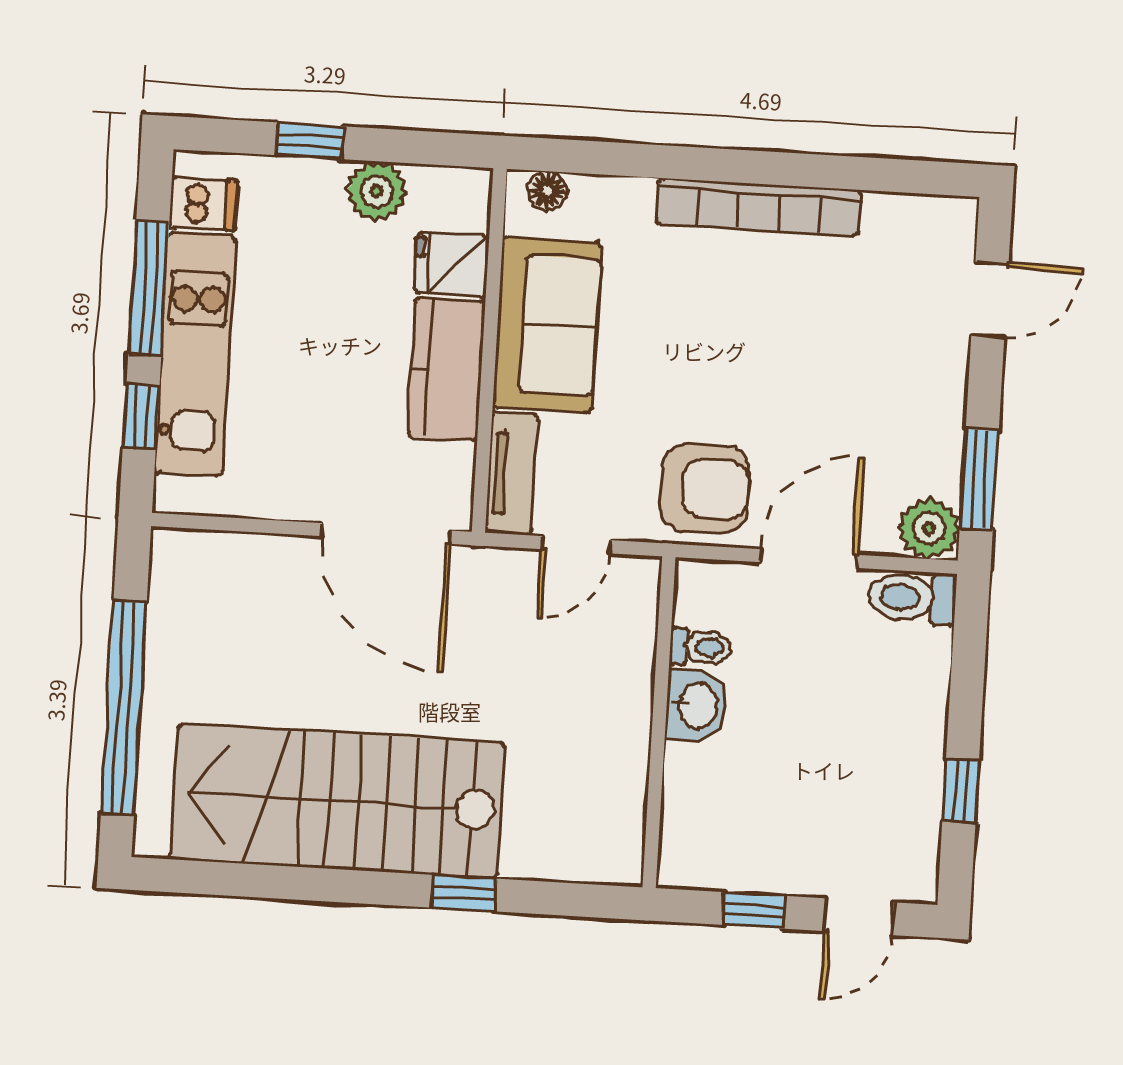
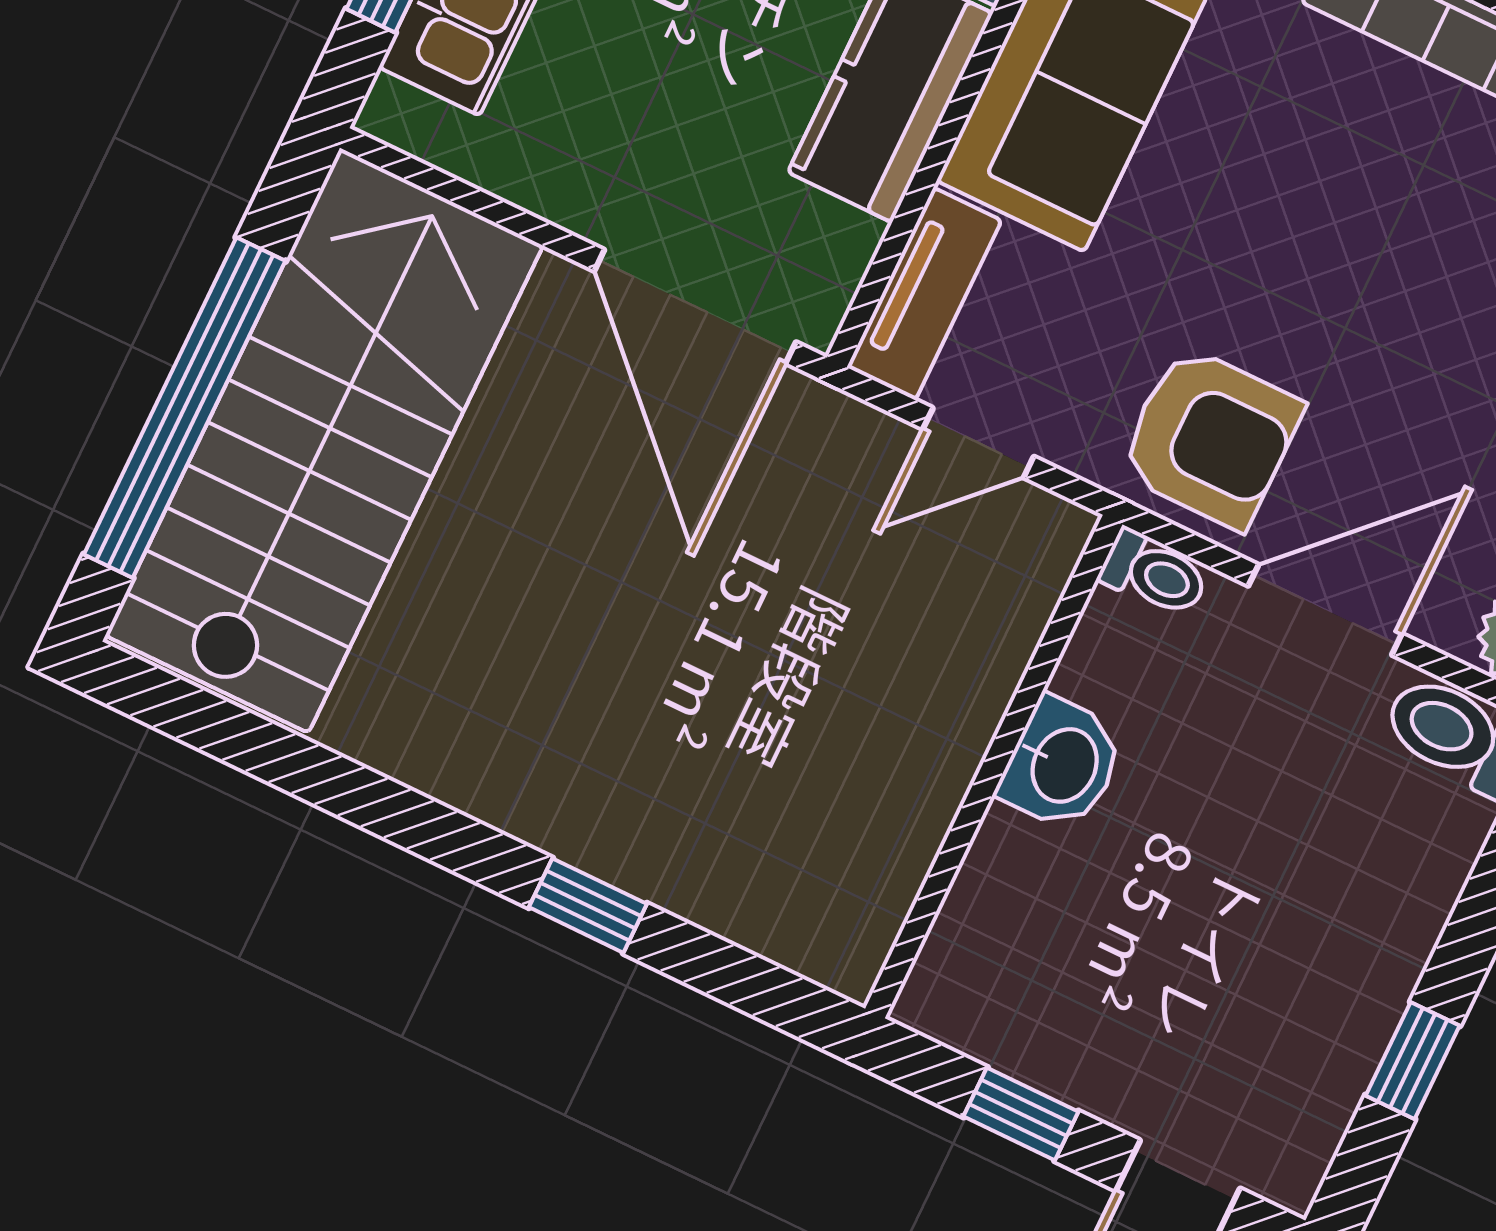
toilet: (700, 647) -> (1154, 574), moved
stairs: (337, 801) -> (324, 440), moved, turned 90

